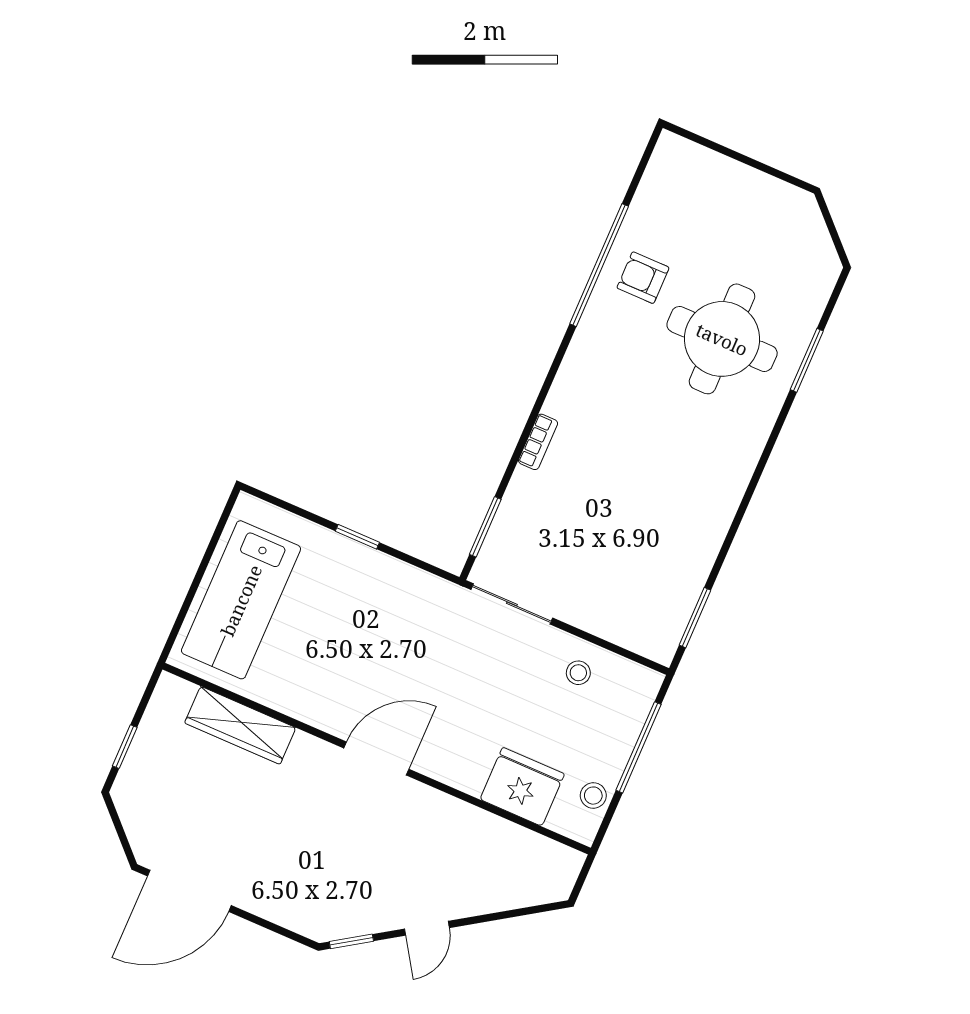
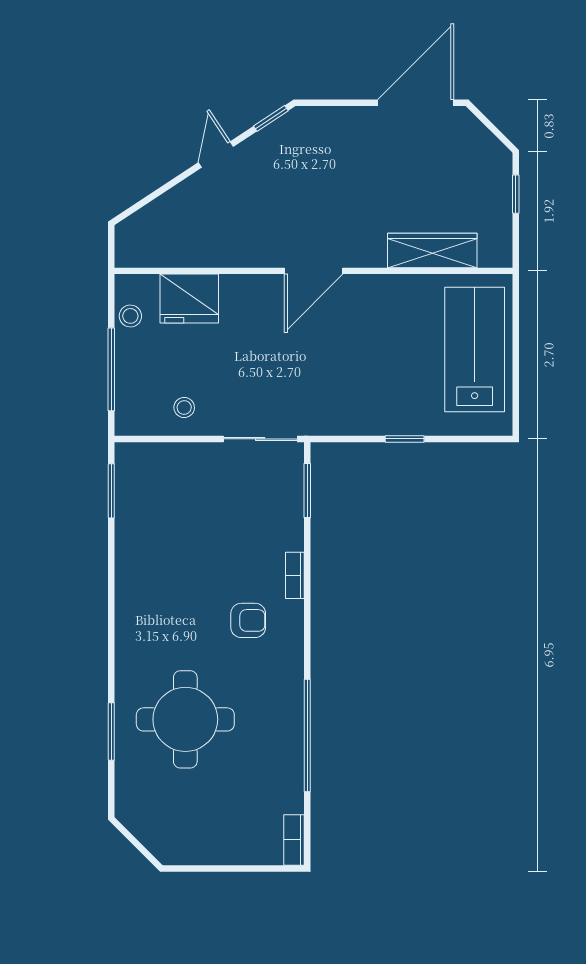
bookcase: (662, 160) -> (294, 840), added
armchair: (643, 278) -> (248, 620), moved

